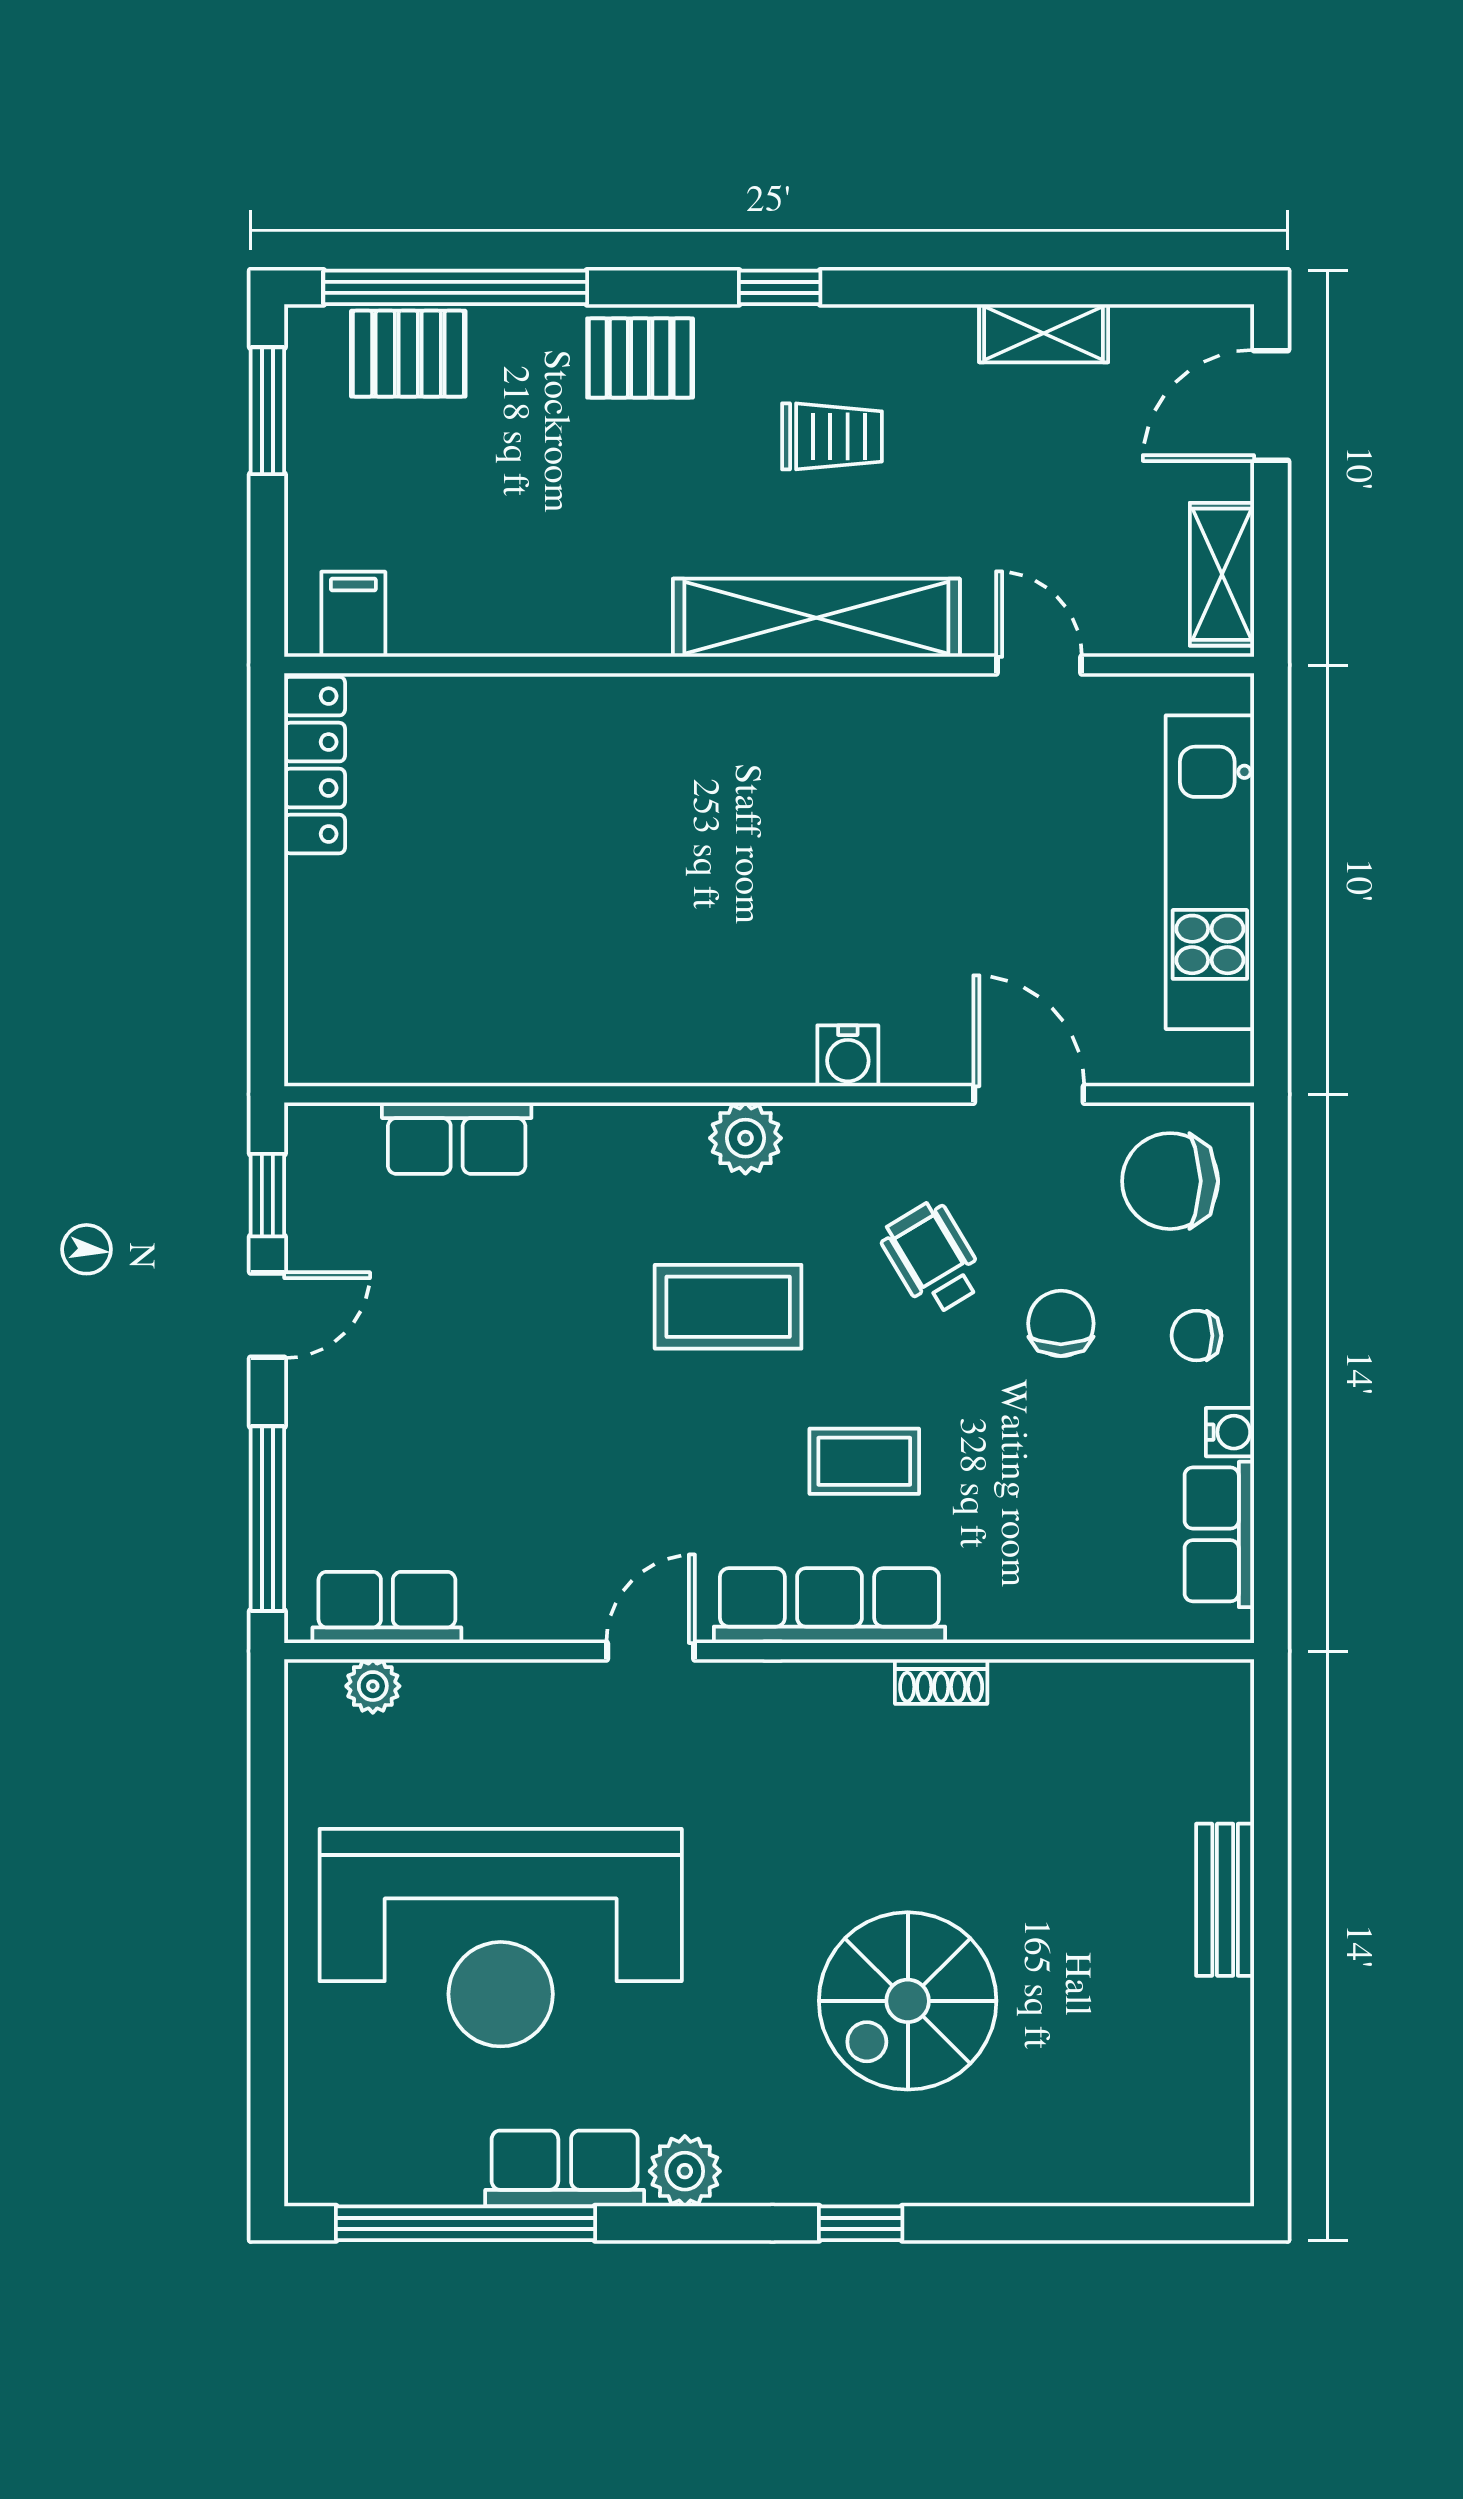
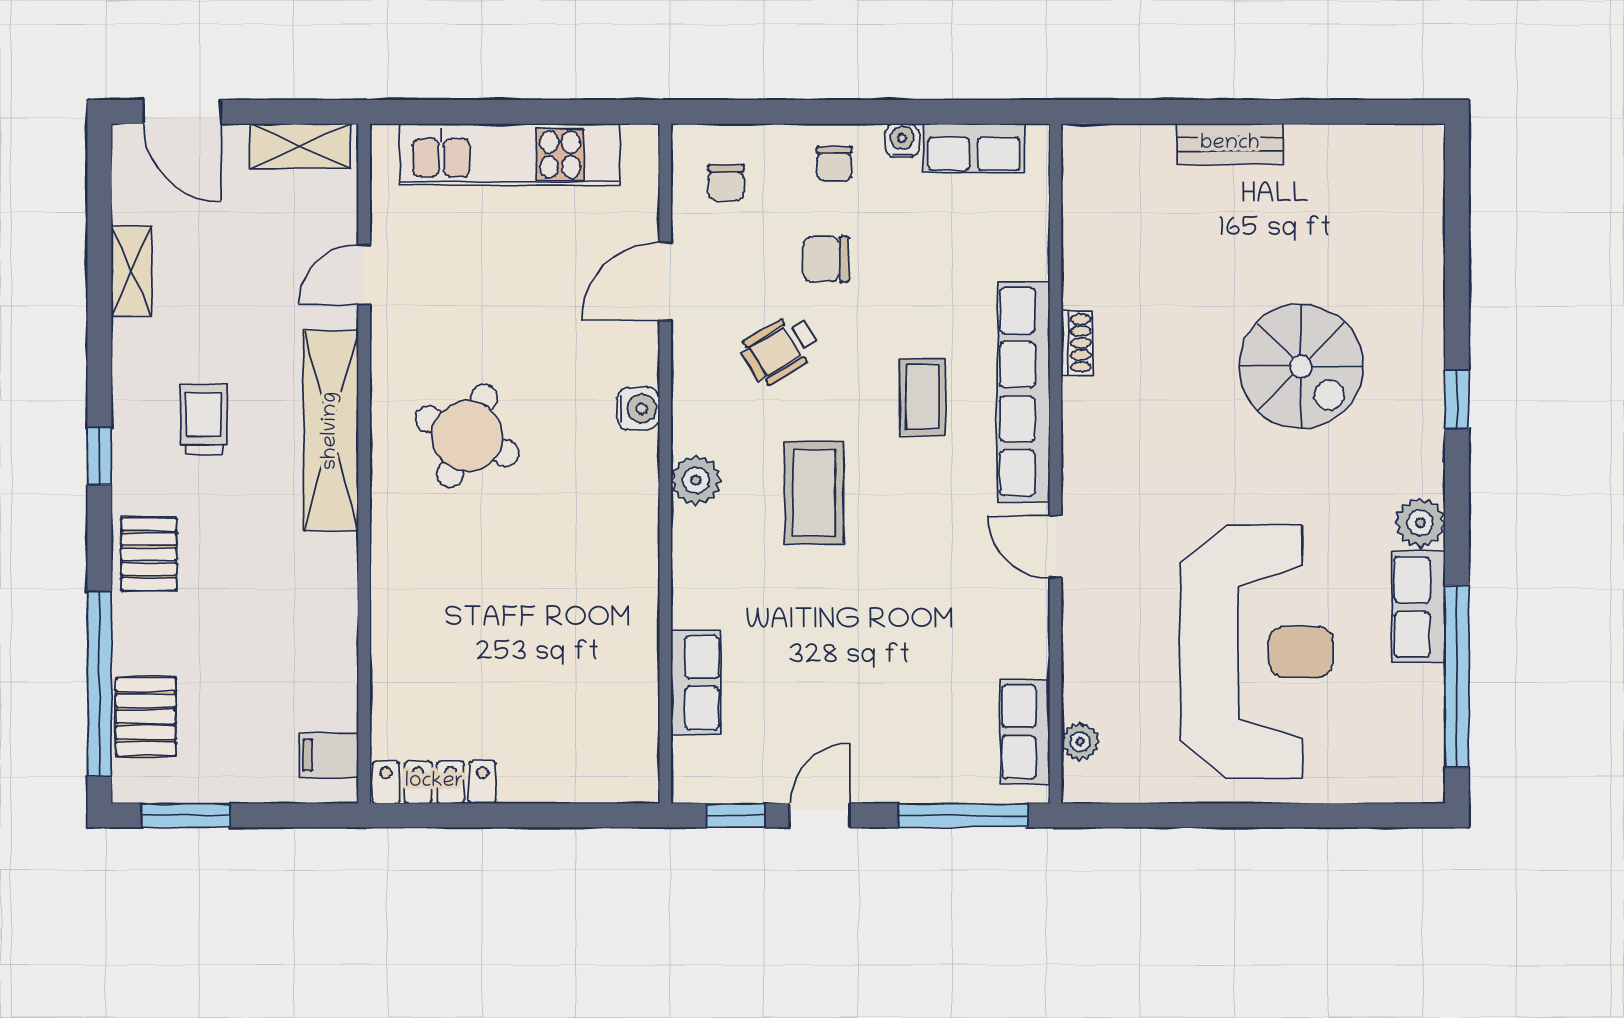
round table: (809, 812) -> (467, 436), added
chair: (1170, 1181) -> (726, 182), width x0.54, depth x0.54
door: (267, 1315) -> (820, 815), hinge flipped
row of seats: (829, 1606) -> (1024, 392), width x1.36

